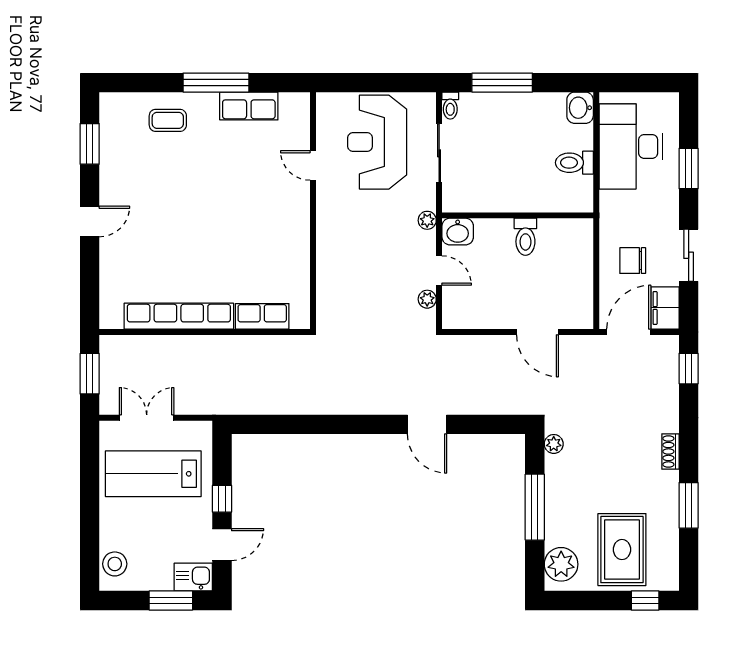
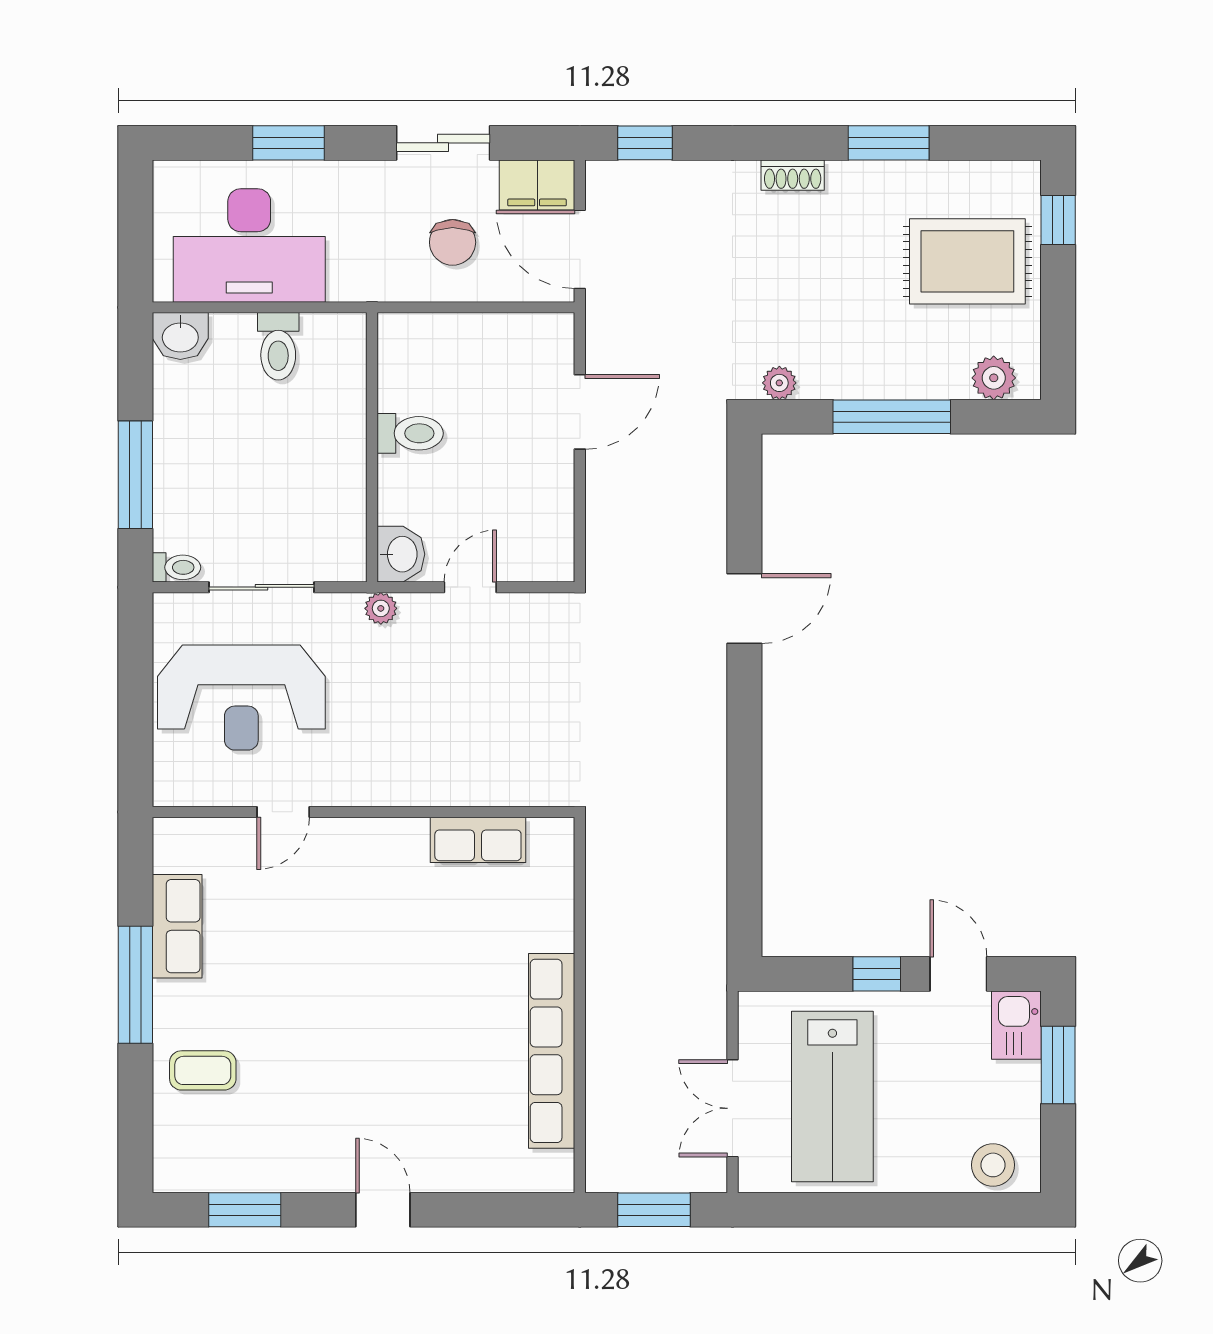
coffee table: (168, 120) -> (203, 1070), turned 90
plant: (427, 299) -> (521, 608), removed
row of seats: (262, 316) -> (478, 840), moved, turned -90
plant: (561, 564) -> (994, 378), width x0.73, depth x0.73

